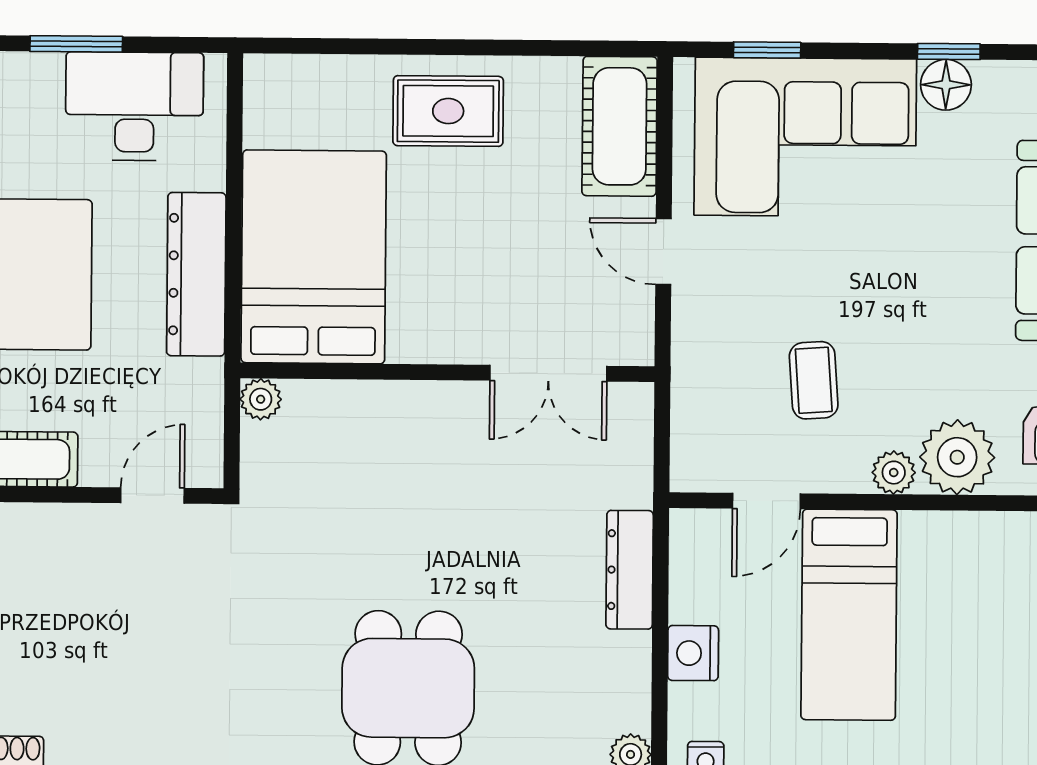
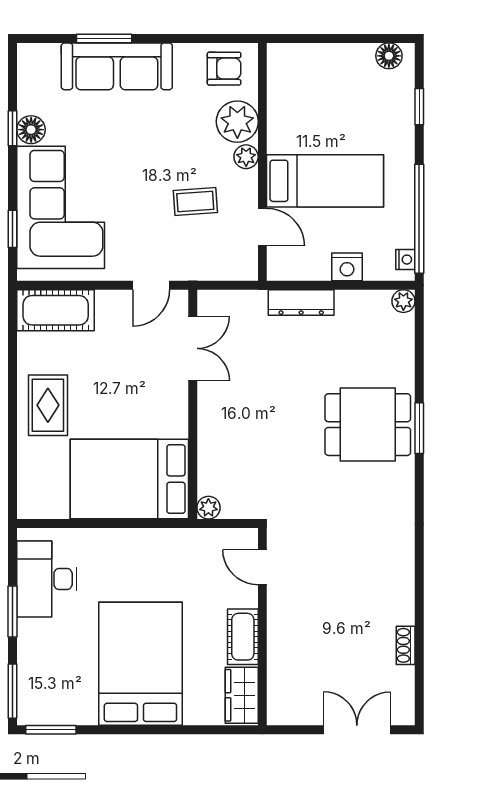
door: (663, 252) -> (151, 285), moved
dresser: (196, 274) -> (140, 544), removed

